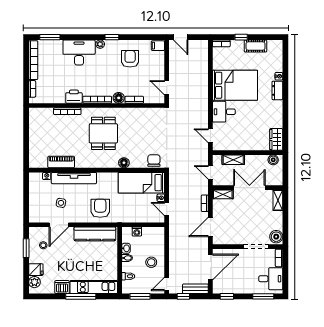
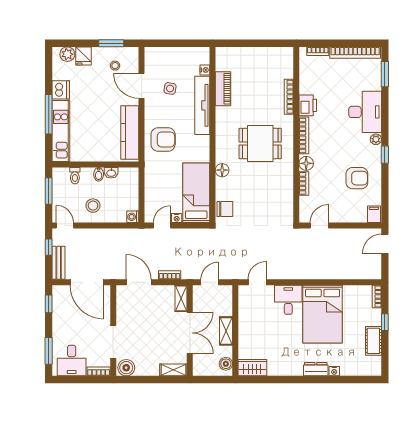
shelving: (233, 160) -> (226, 331), moved
washing machine: (137, 232) -> (133, 217), moved

